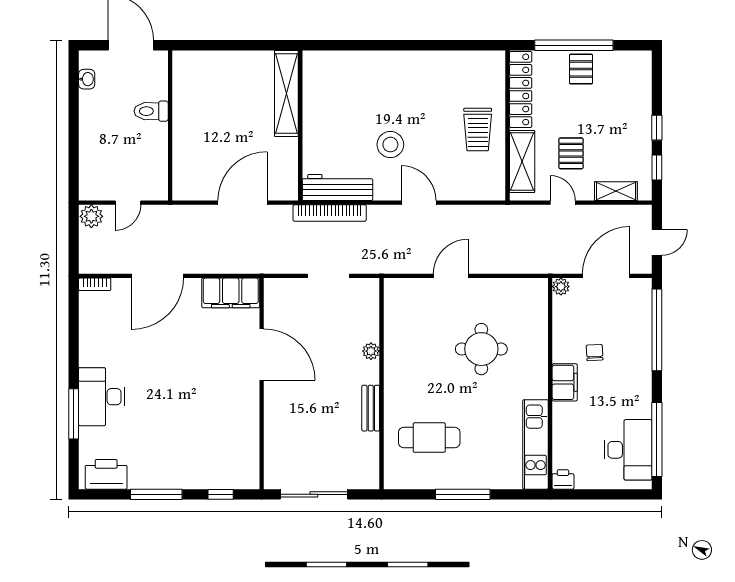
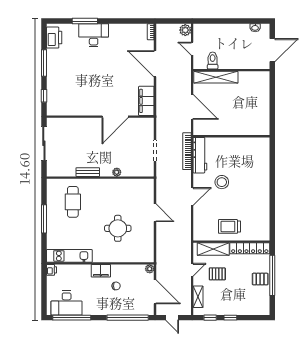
shelving: (286, 93) -> (216, 77), moved
toilet: (151, 111) -> (213, 60), moved

